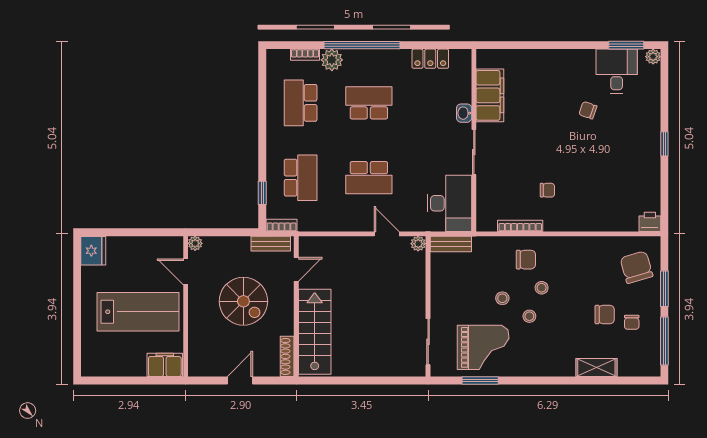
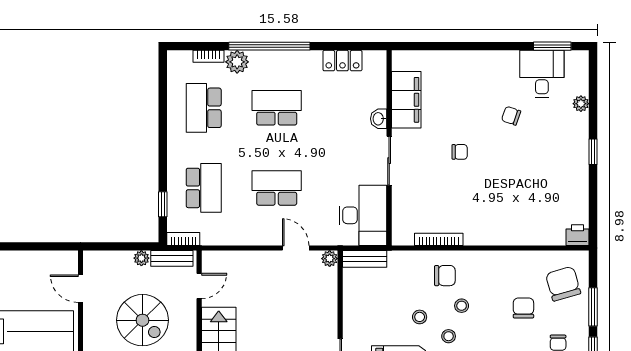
plant: (653, 57) -> (581, 104), moved
school desk: (369, 178) -> (277, 188), turned 180
chair: (547, 190) -> (460, 152), moved
plant: (195, 243) -> (141, 258), moved
chair: (605, 314) -> (523, 308), moved, turned -90

